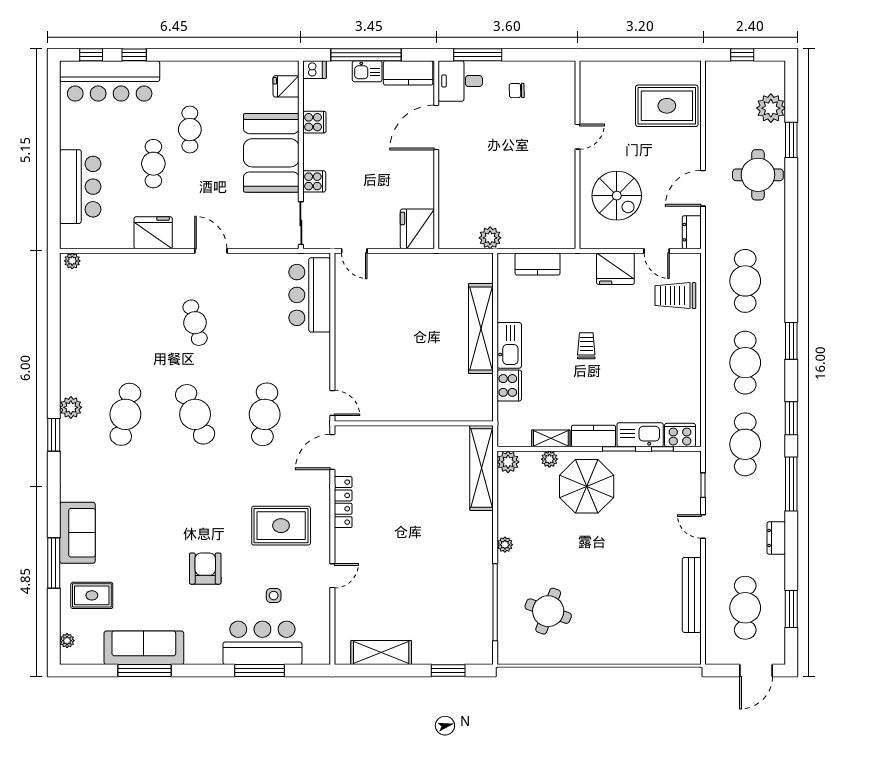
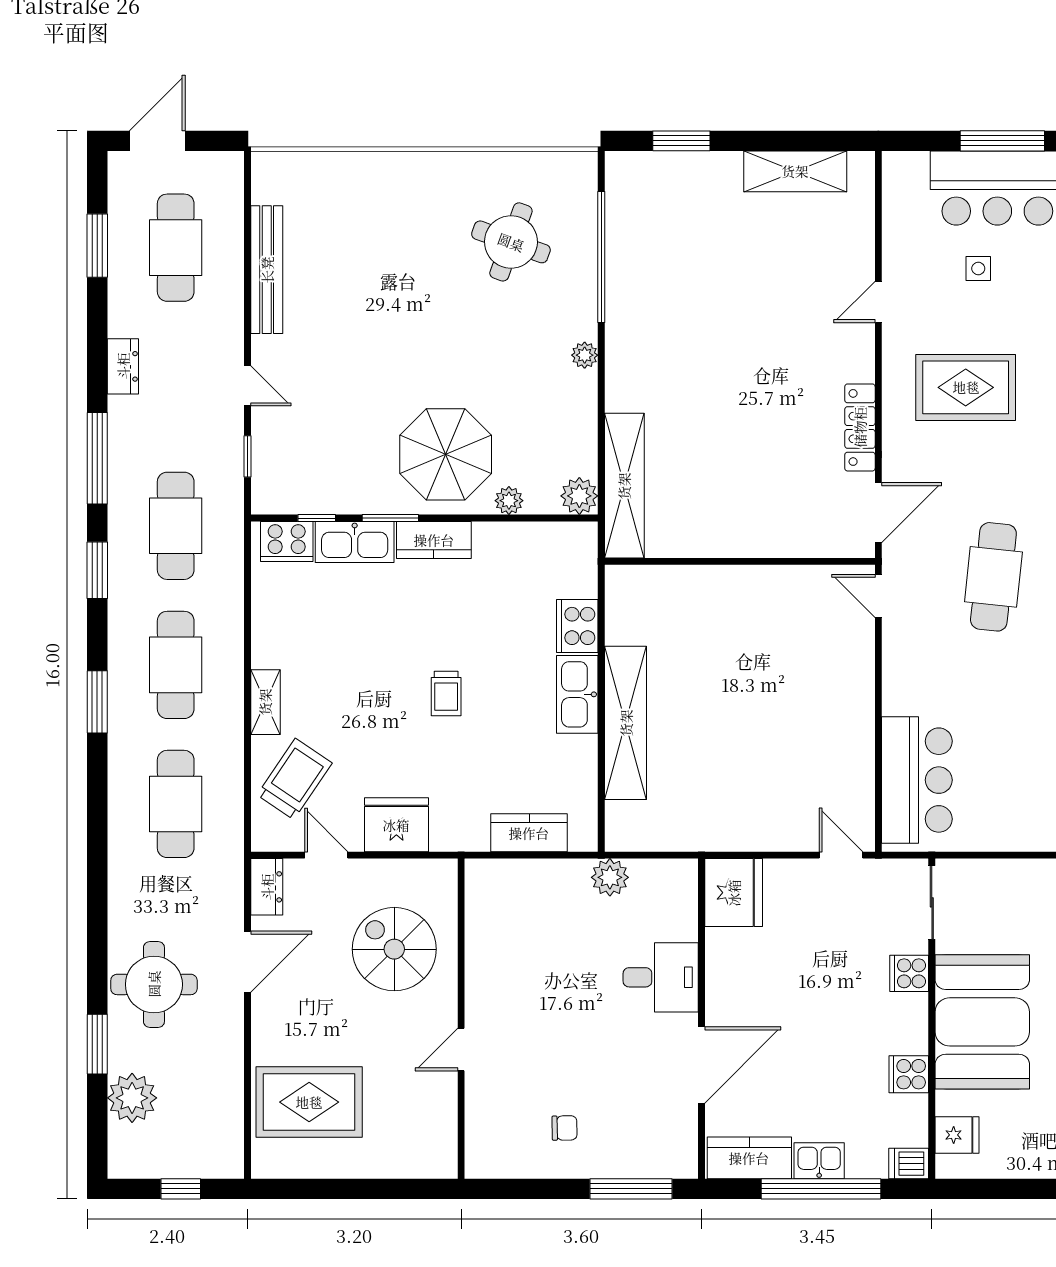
desk: (460, 81) -> (661, 977), moved
trolley: (675, 296) -> (295, 779), turned -56
shelving: (551, 438) -> (265, 702), moved, turned 90

